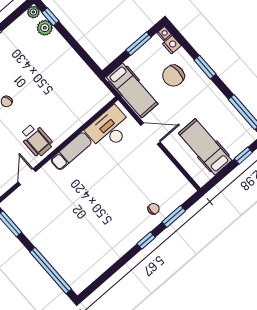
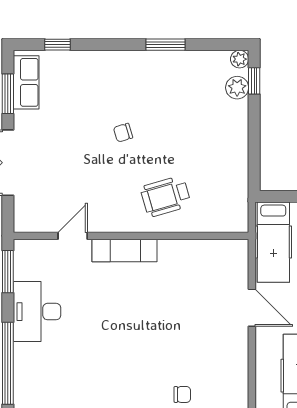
desk: (109, 129) -> (37, 312), moved, turned -90
wheelchair: (36, 140) -> (166, 196), moved, turned 74
exam couch: (71, 151) -> (124, 250), moved

